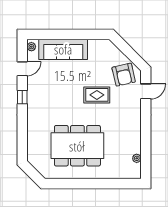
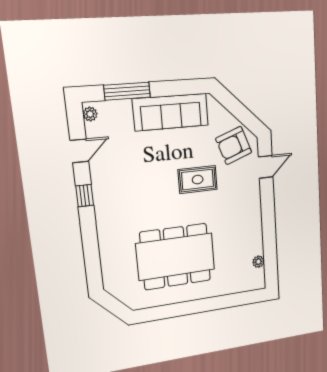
window: (56, 34) -> (127, 91), added
sofa: (63, 49) -> (171, 112), moved
armchair: (124, 75) -> (234, 145), turned 83

